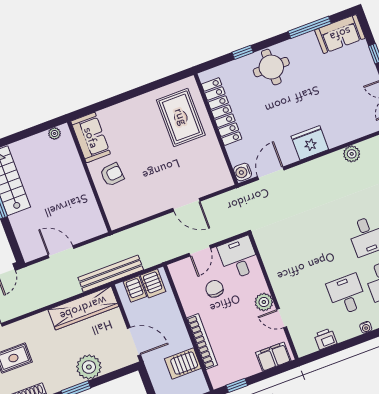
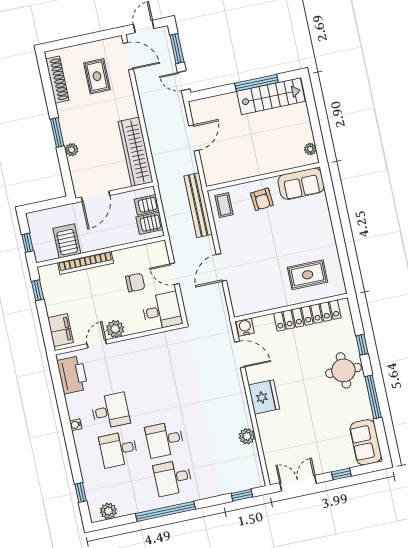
window: (310, 27) -> (373, 397), moved
rug: (181, 117) -> (307, 275), width x0.73, depth x0.70
coffee table: (124, 212) -> (224, 205), added
bench: (111, 274) -> (198, 205), moved
printer: (325, 339) -> (72, 375), width x1.87, depth x1.48
plant: (89, 367) -> (72, 150), width x0.53, depth x0.53

